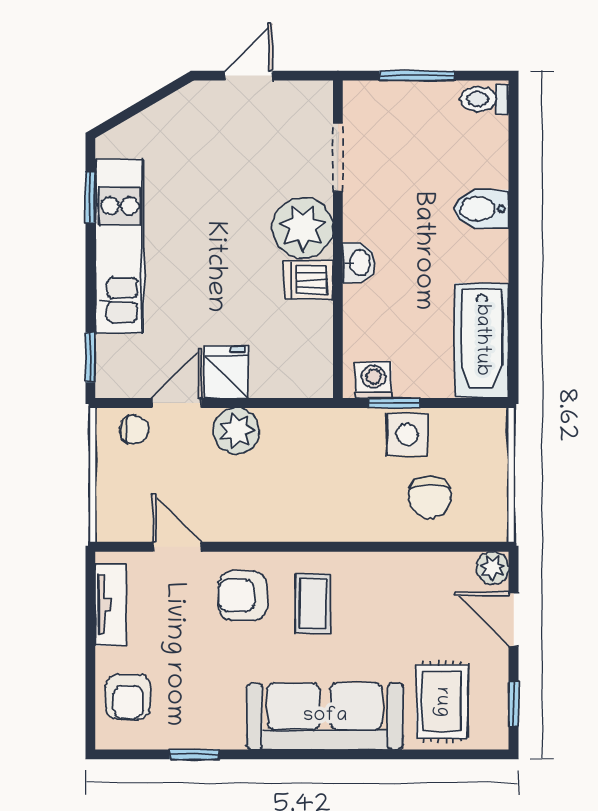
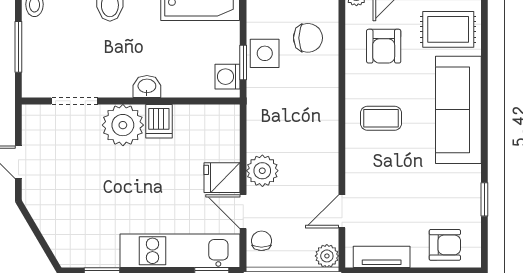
kitchen unit: (120, 246) -> (180, 251), moved
plant: (112, 525) -> (327, 256), added
armchair: (243, 596) -> (384, 46), moved

